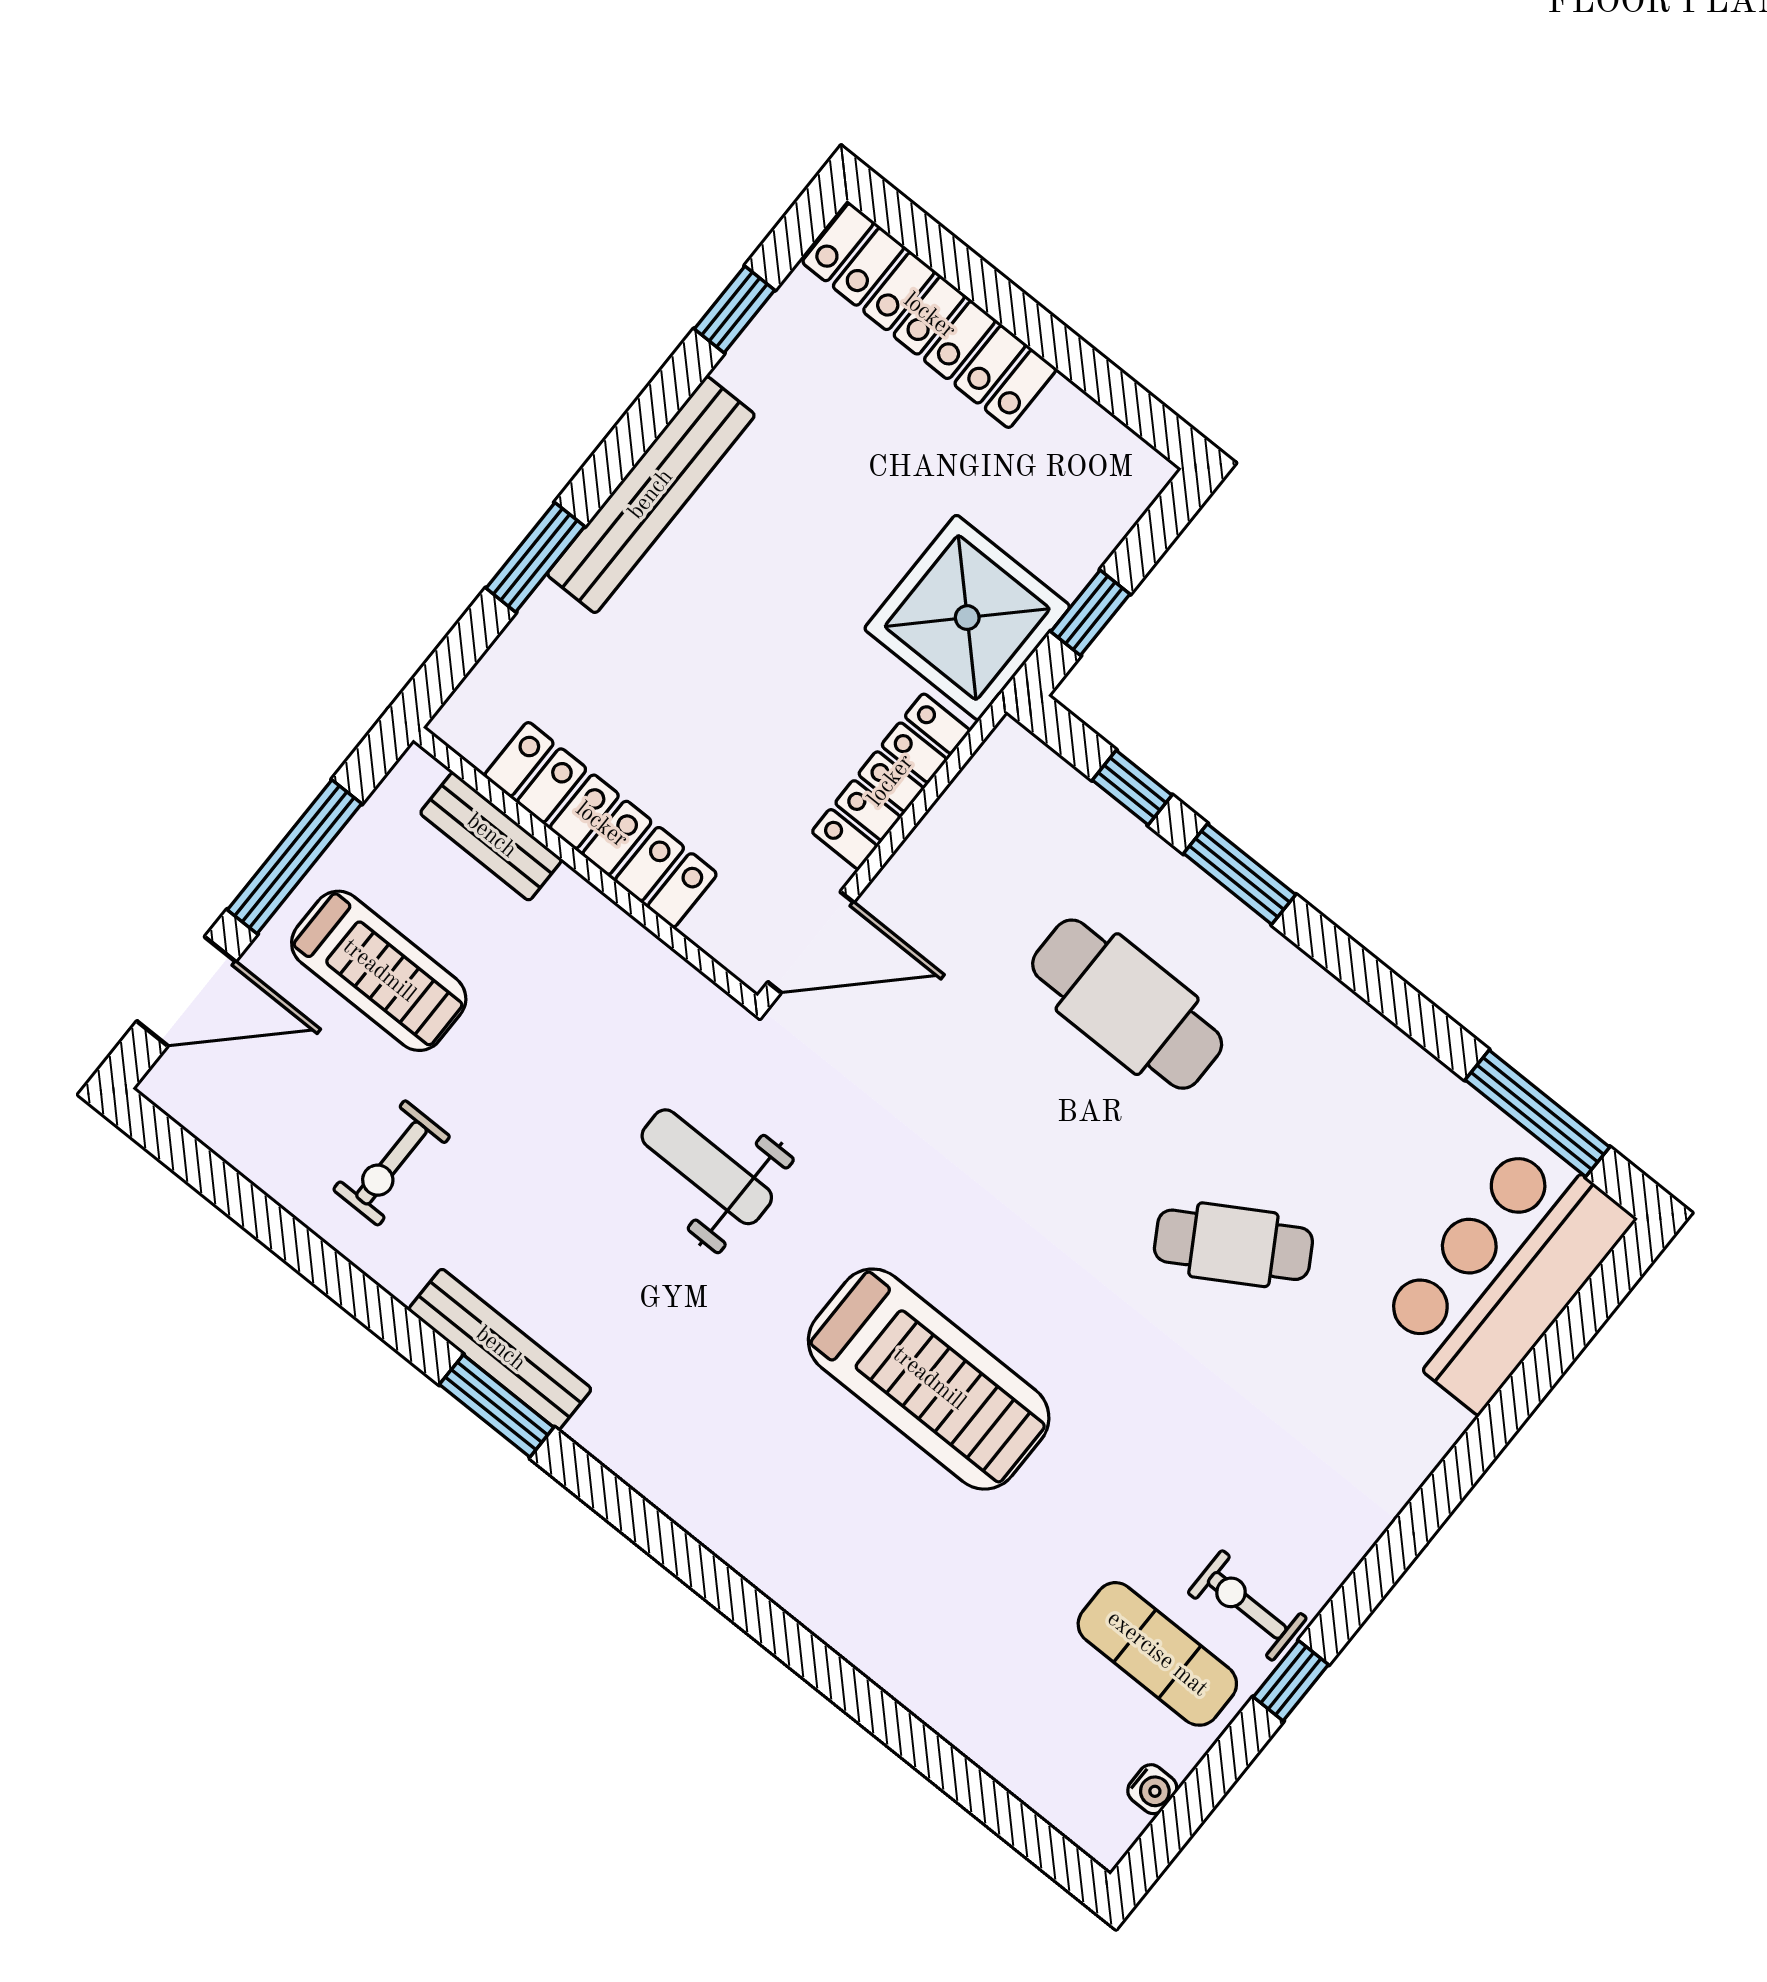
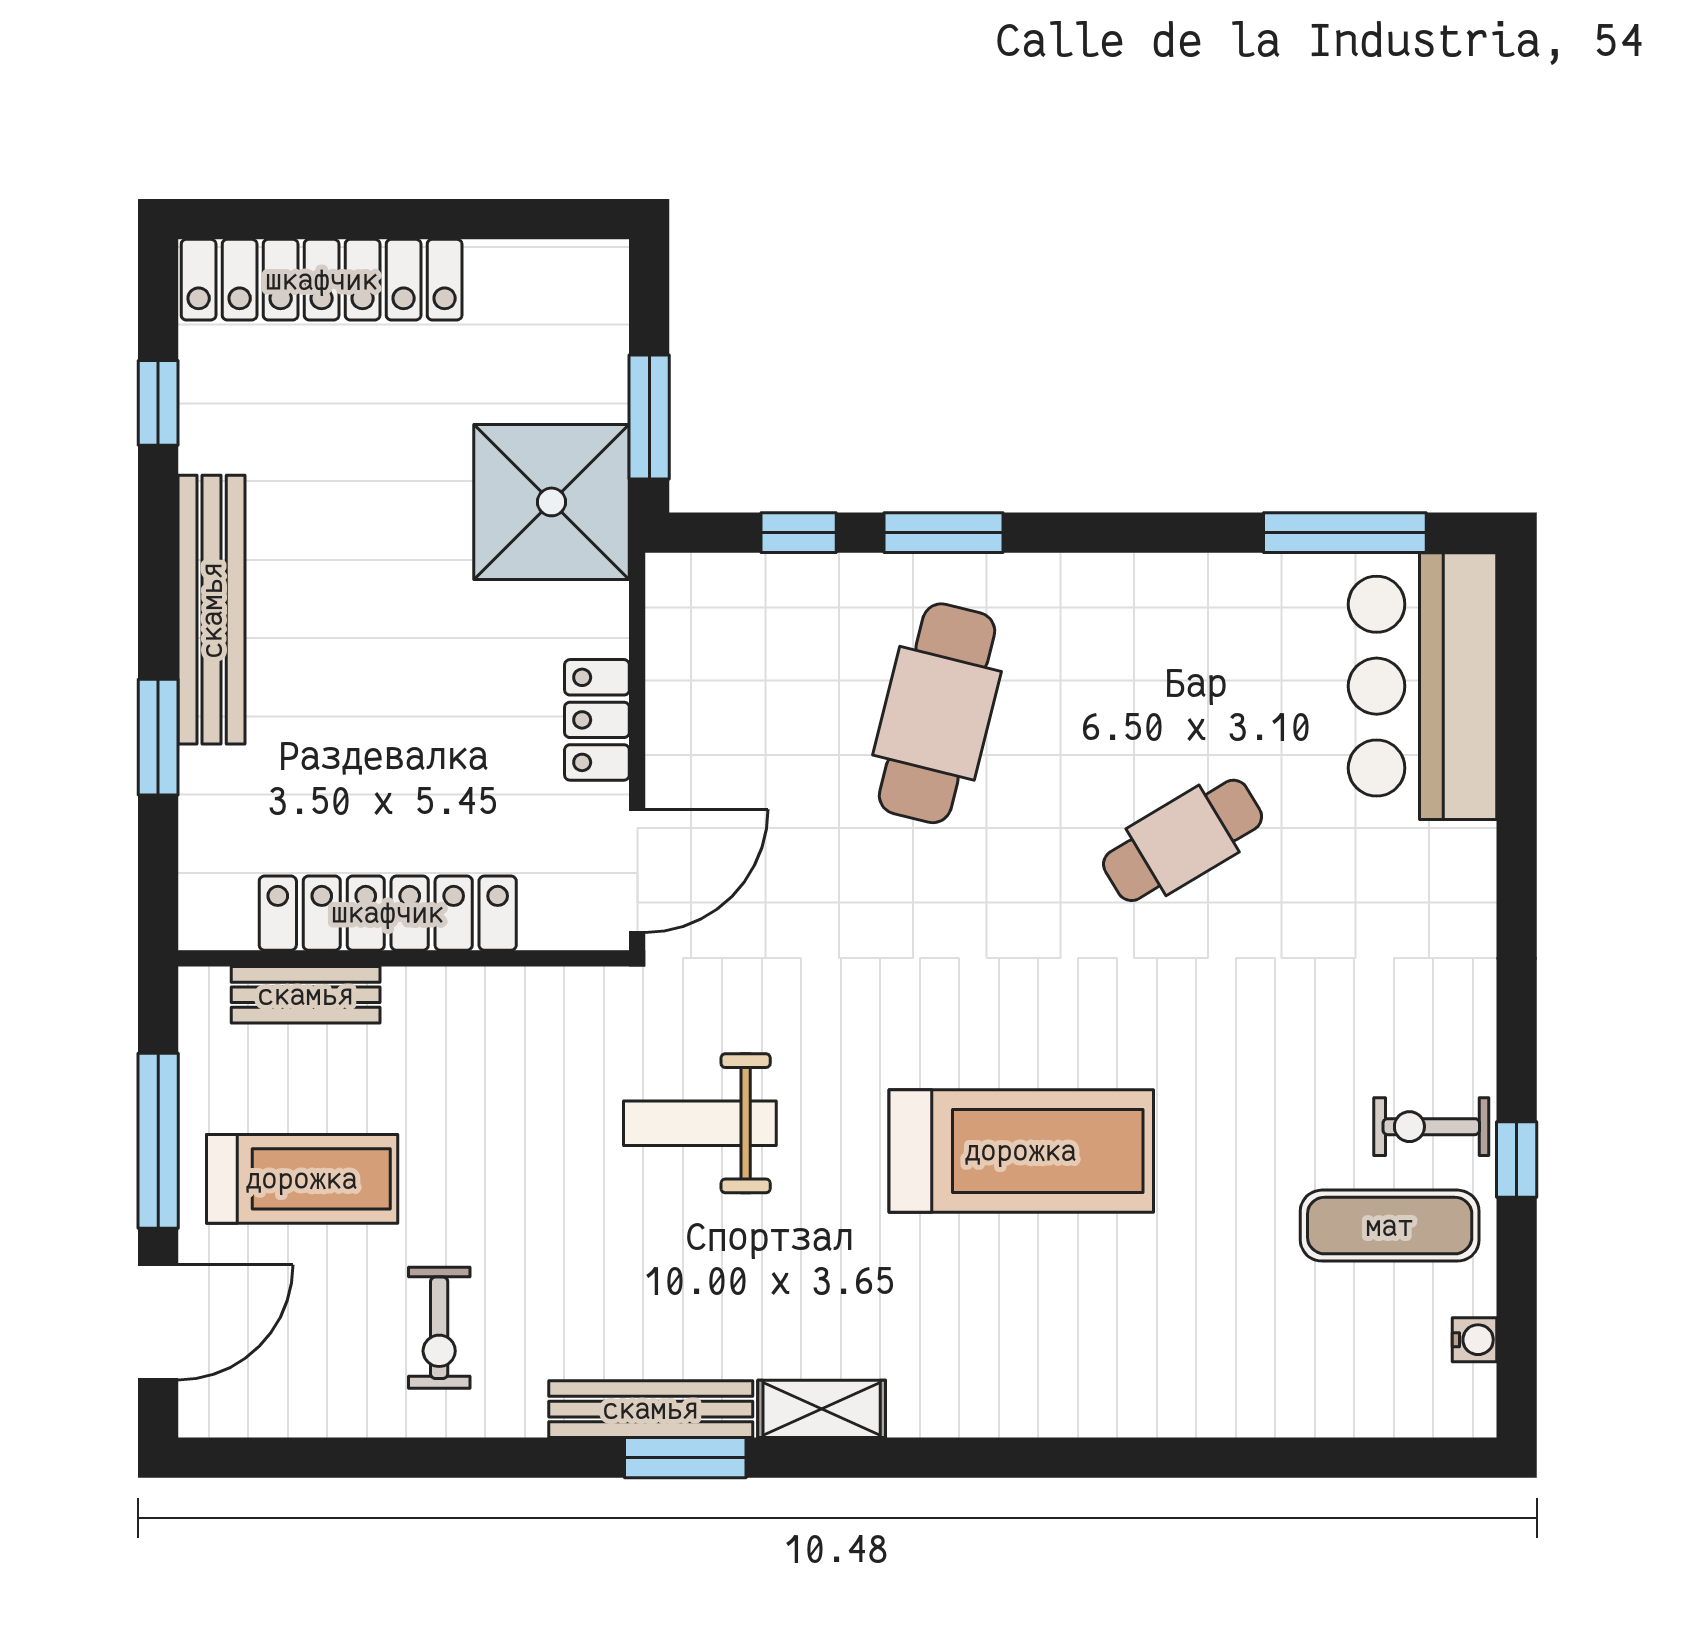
window: (1090, 613) -> (649, 417), width x1.50
locker: (891, 781) -> (597, 720), width x0.66
cafe table: (1127, 1004) -> (937, 713), turned -76
shelving: (627, 1451) -> (822, 1409), added

